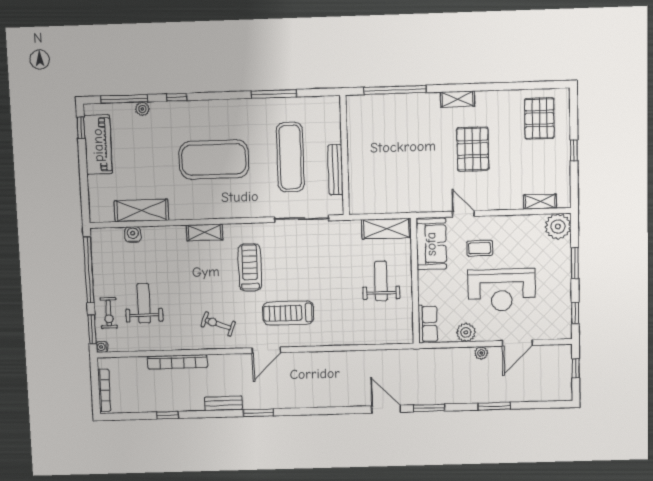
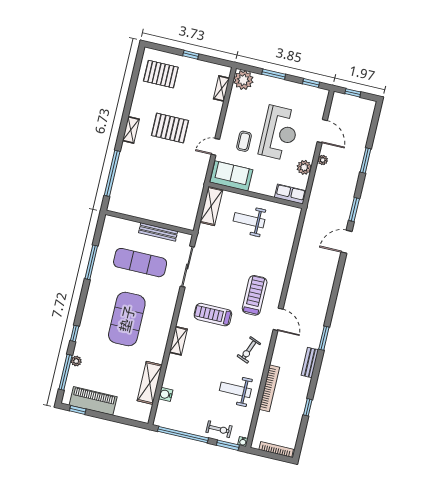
weight bench: (144, 303) -> (235, 390), moved
treadmill: (288, 313) -> (255, 295), turned 180

